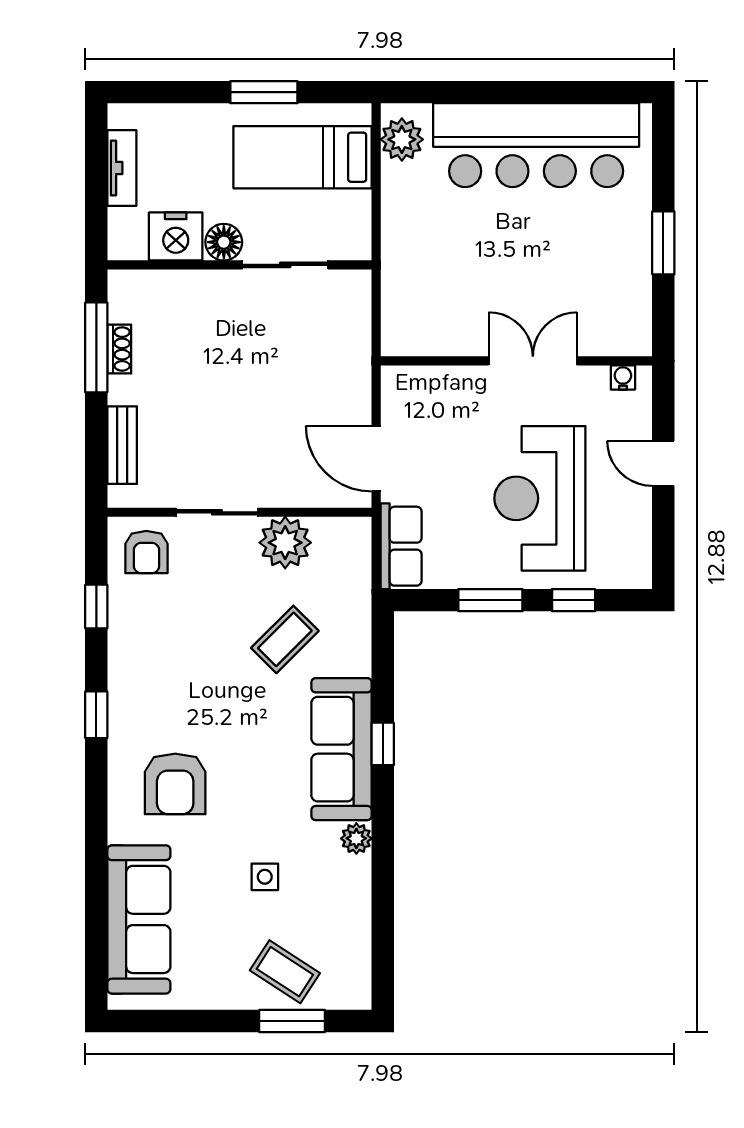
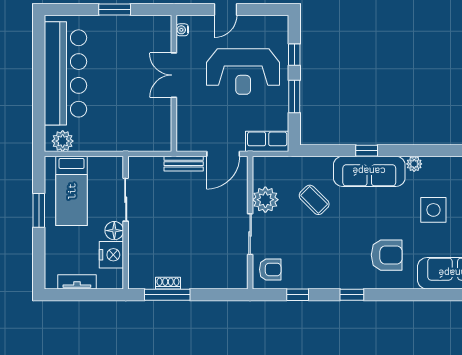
bench: (122, 445) -> (184, 164), moved
side table: (265, 877) -> (433, 210), width x1.87, depth x1.87

